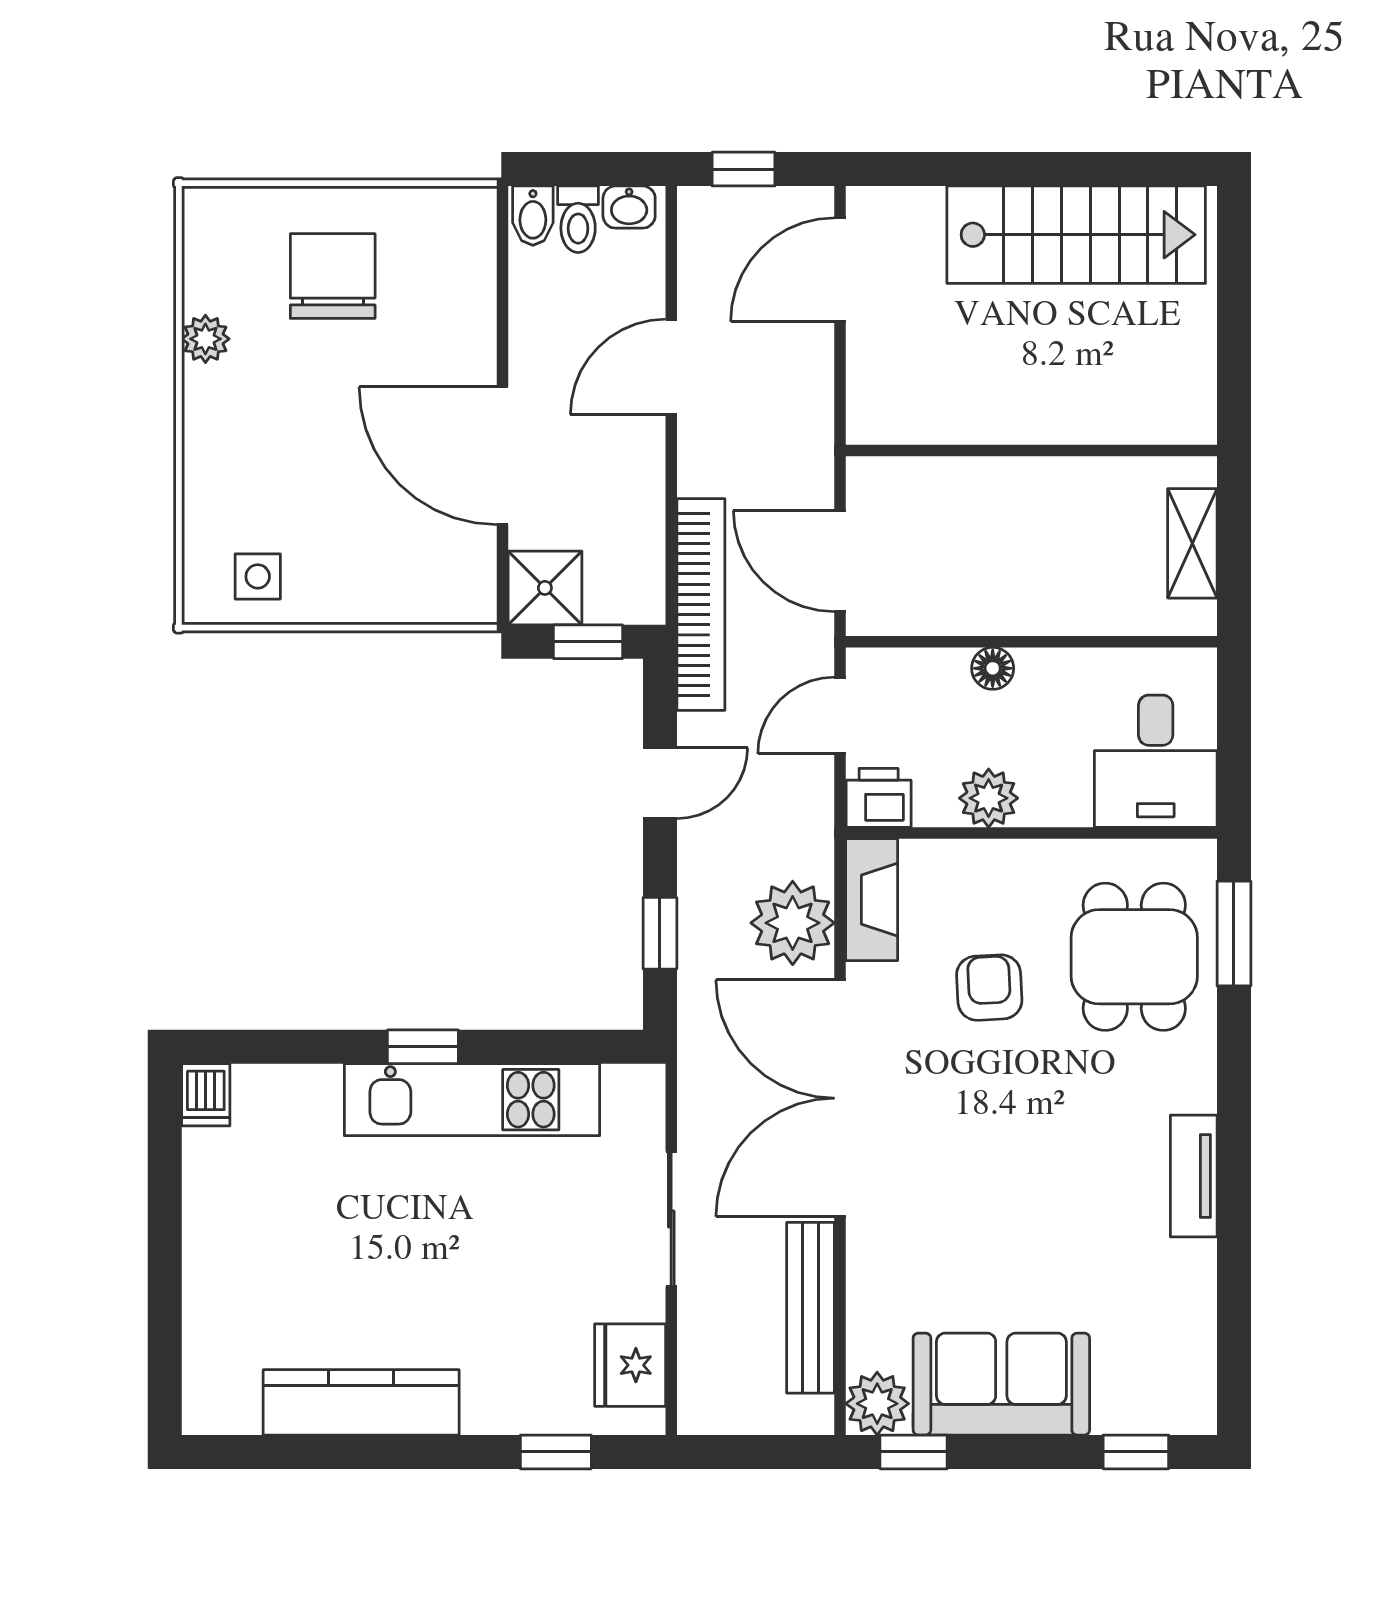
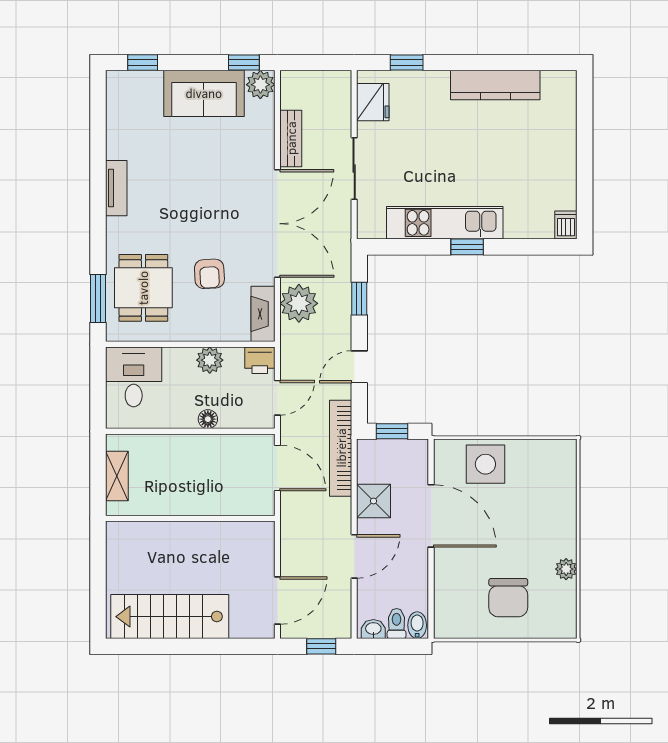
side table: (258, 576) -> (485, 464), moved, width x1.87, depth x1.87
shower: (545, 588) -> (373, 501), moved
bench: (810, 1308) -> (291, 138), width x0.73

